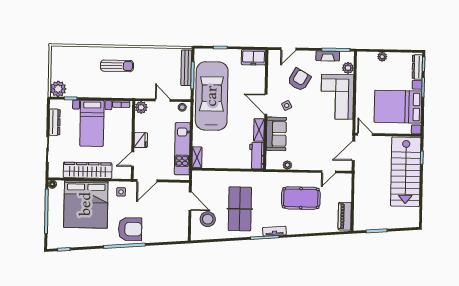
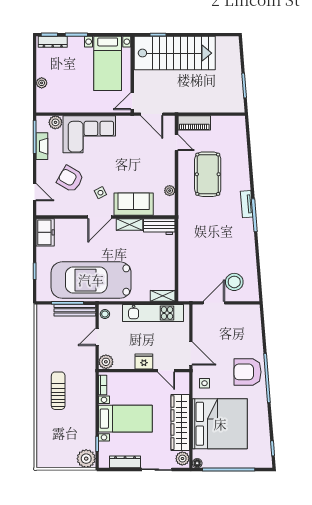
bench: (186, 68) -> (75, 310), moved
bed with nightstands: (398, 107) -> (108, 63), width x0.73
plant: (57, 172) -> (182, 459), added
table tennis table: (240, 209) -> (222, 245), removed
piano: (345, 216) -> (194, 123), moved
armchair: (130, 229) -> (248, 372), turned -90

